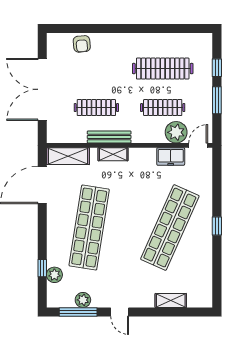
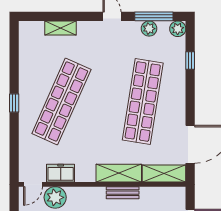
bench: (109, 137) -> (123, 193), width x0.73
shelving: (113, 154) -> (119, 173), width x1.50, depth x1.33
plant: (54, 275) -> (178, 29), moved

